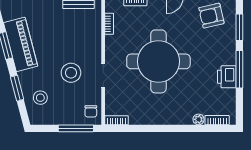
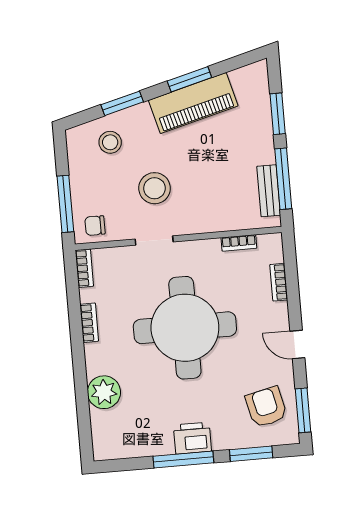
printer: (227, 77) -> (192, 438), moved
plant: (199, 119) -> (104, 392), width x1.87, depth x1.87
bookcase: (217, 120) -> (89, 323), moved

